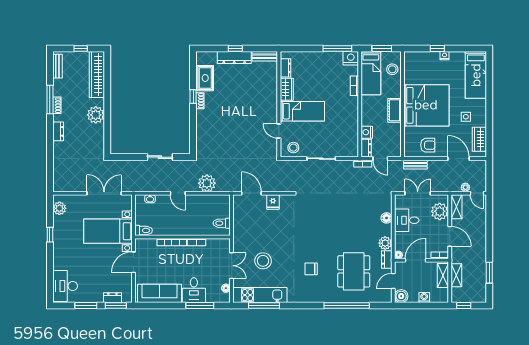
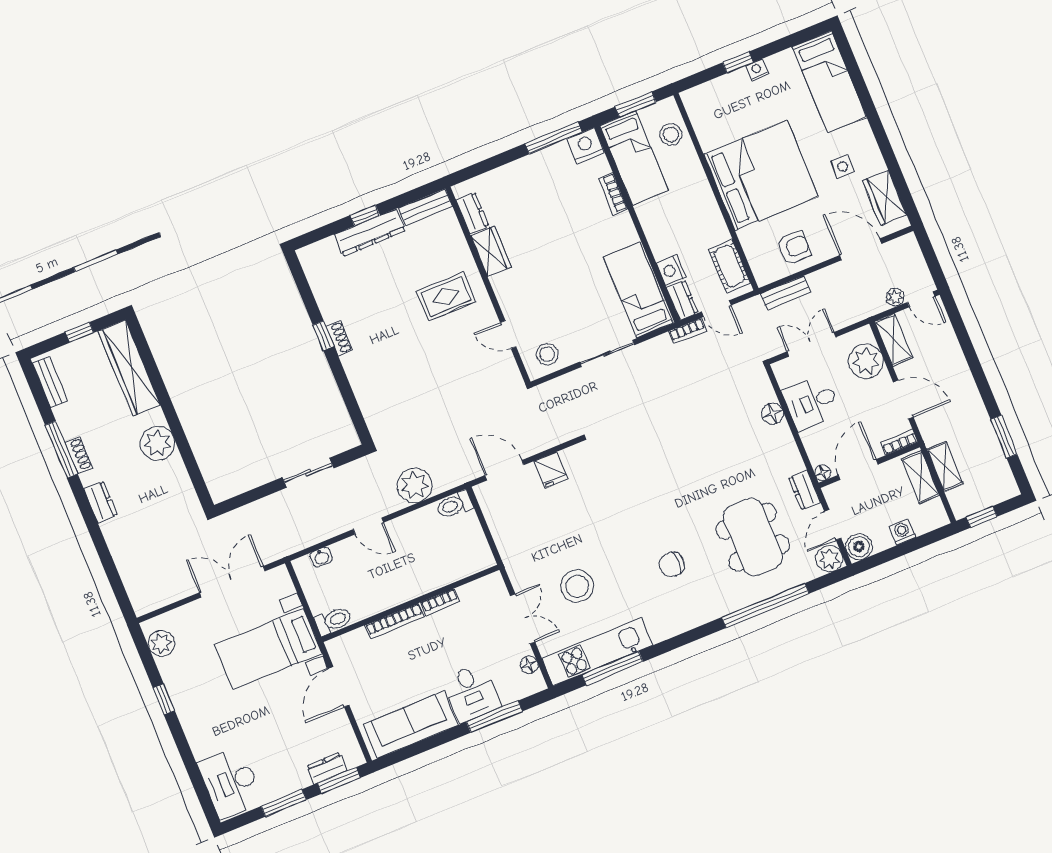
rug: (205, 78) -> (446, 297), moved, turned 90
cot: (394, 110) -> (729, 266), moved
bed: (302, 111) -> (638, 290), moved, turned -90
toilet: (222, 223) -> (454, 505), moved
plant: (385, 243) -> (829, 559), moved

